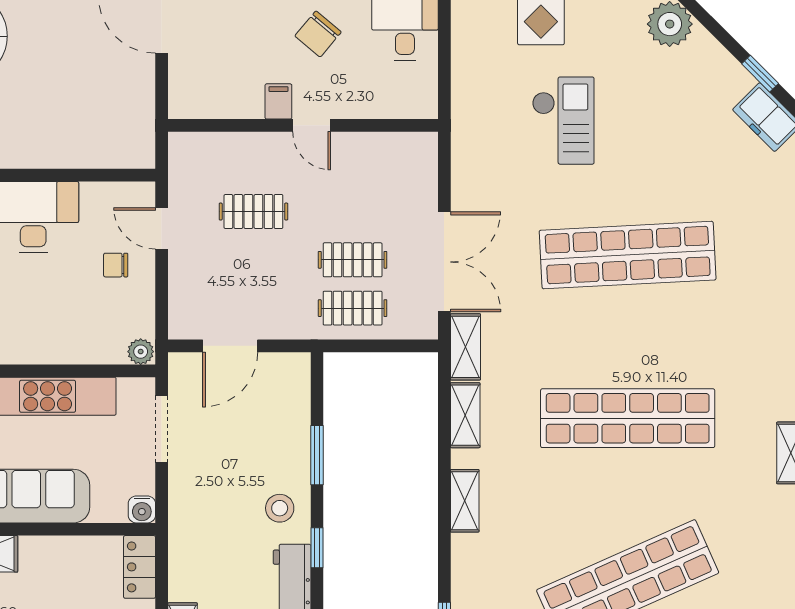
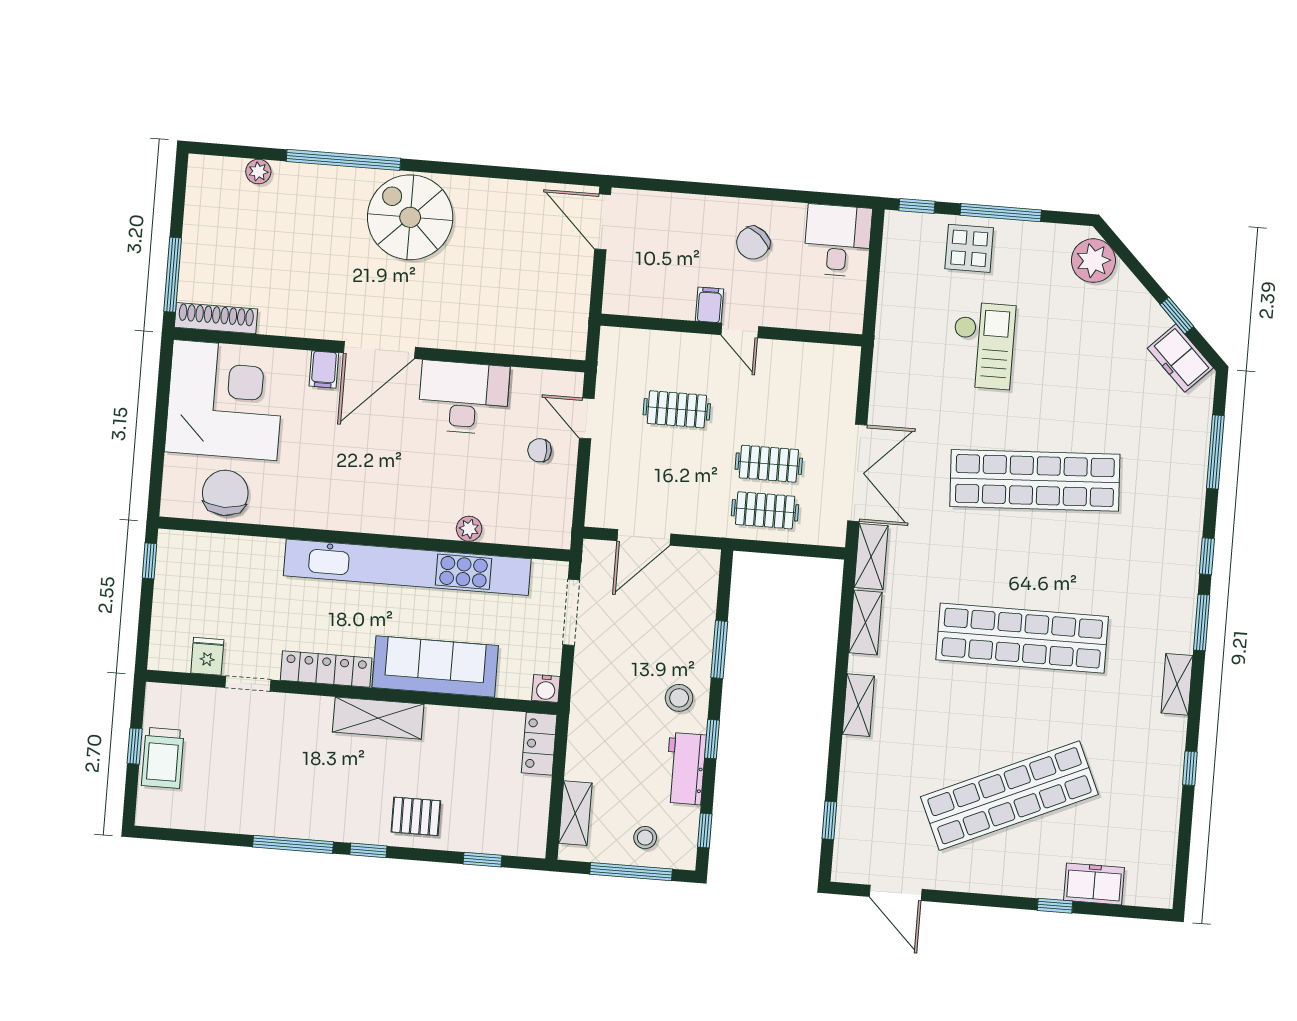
plant: (141, 352) -> (469, 529), moved

